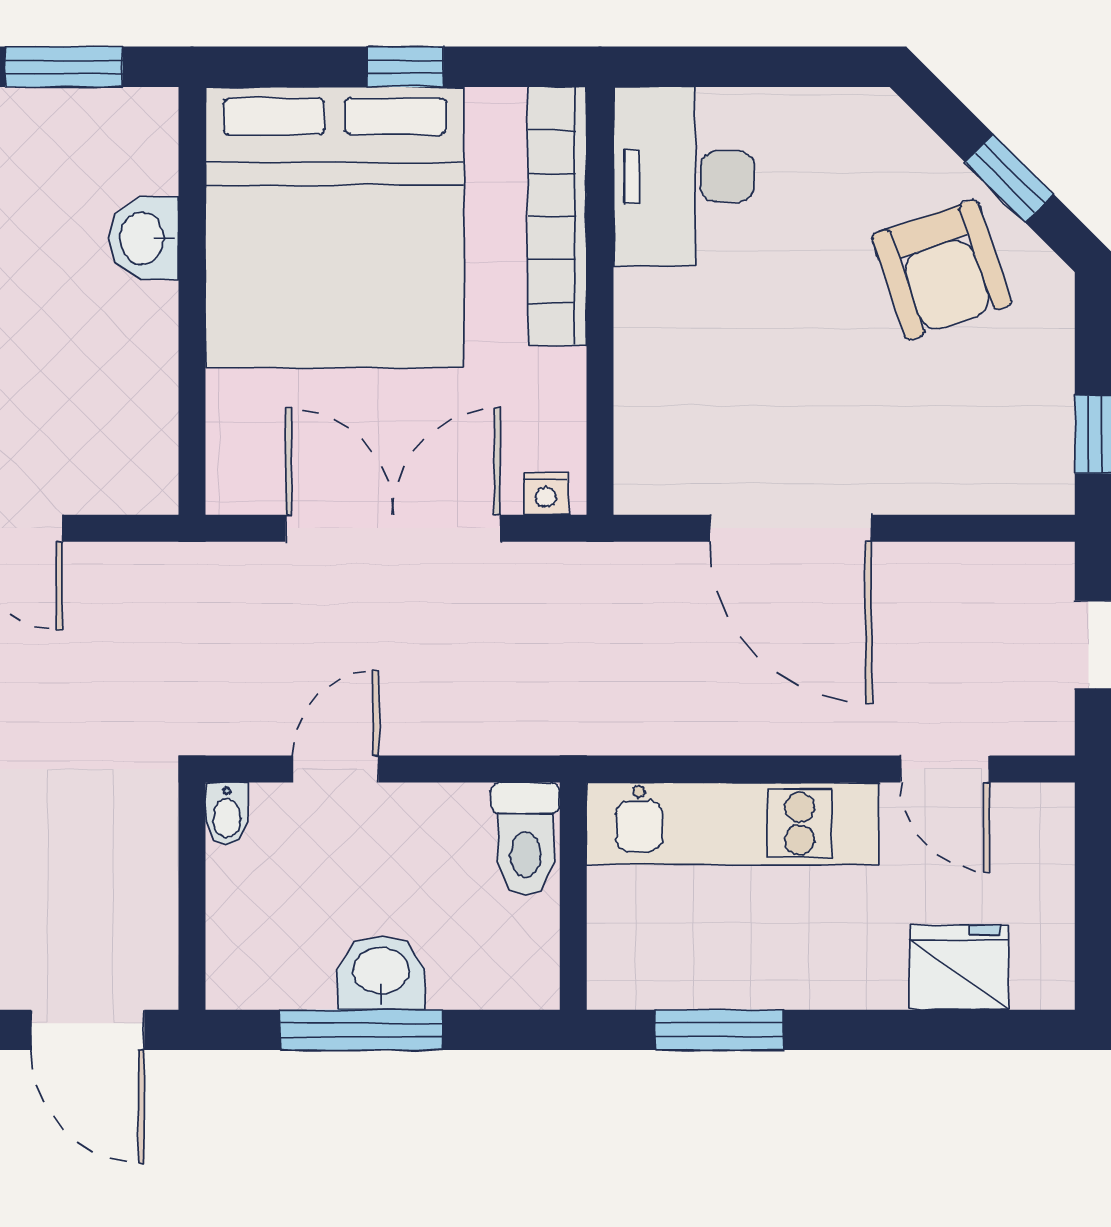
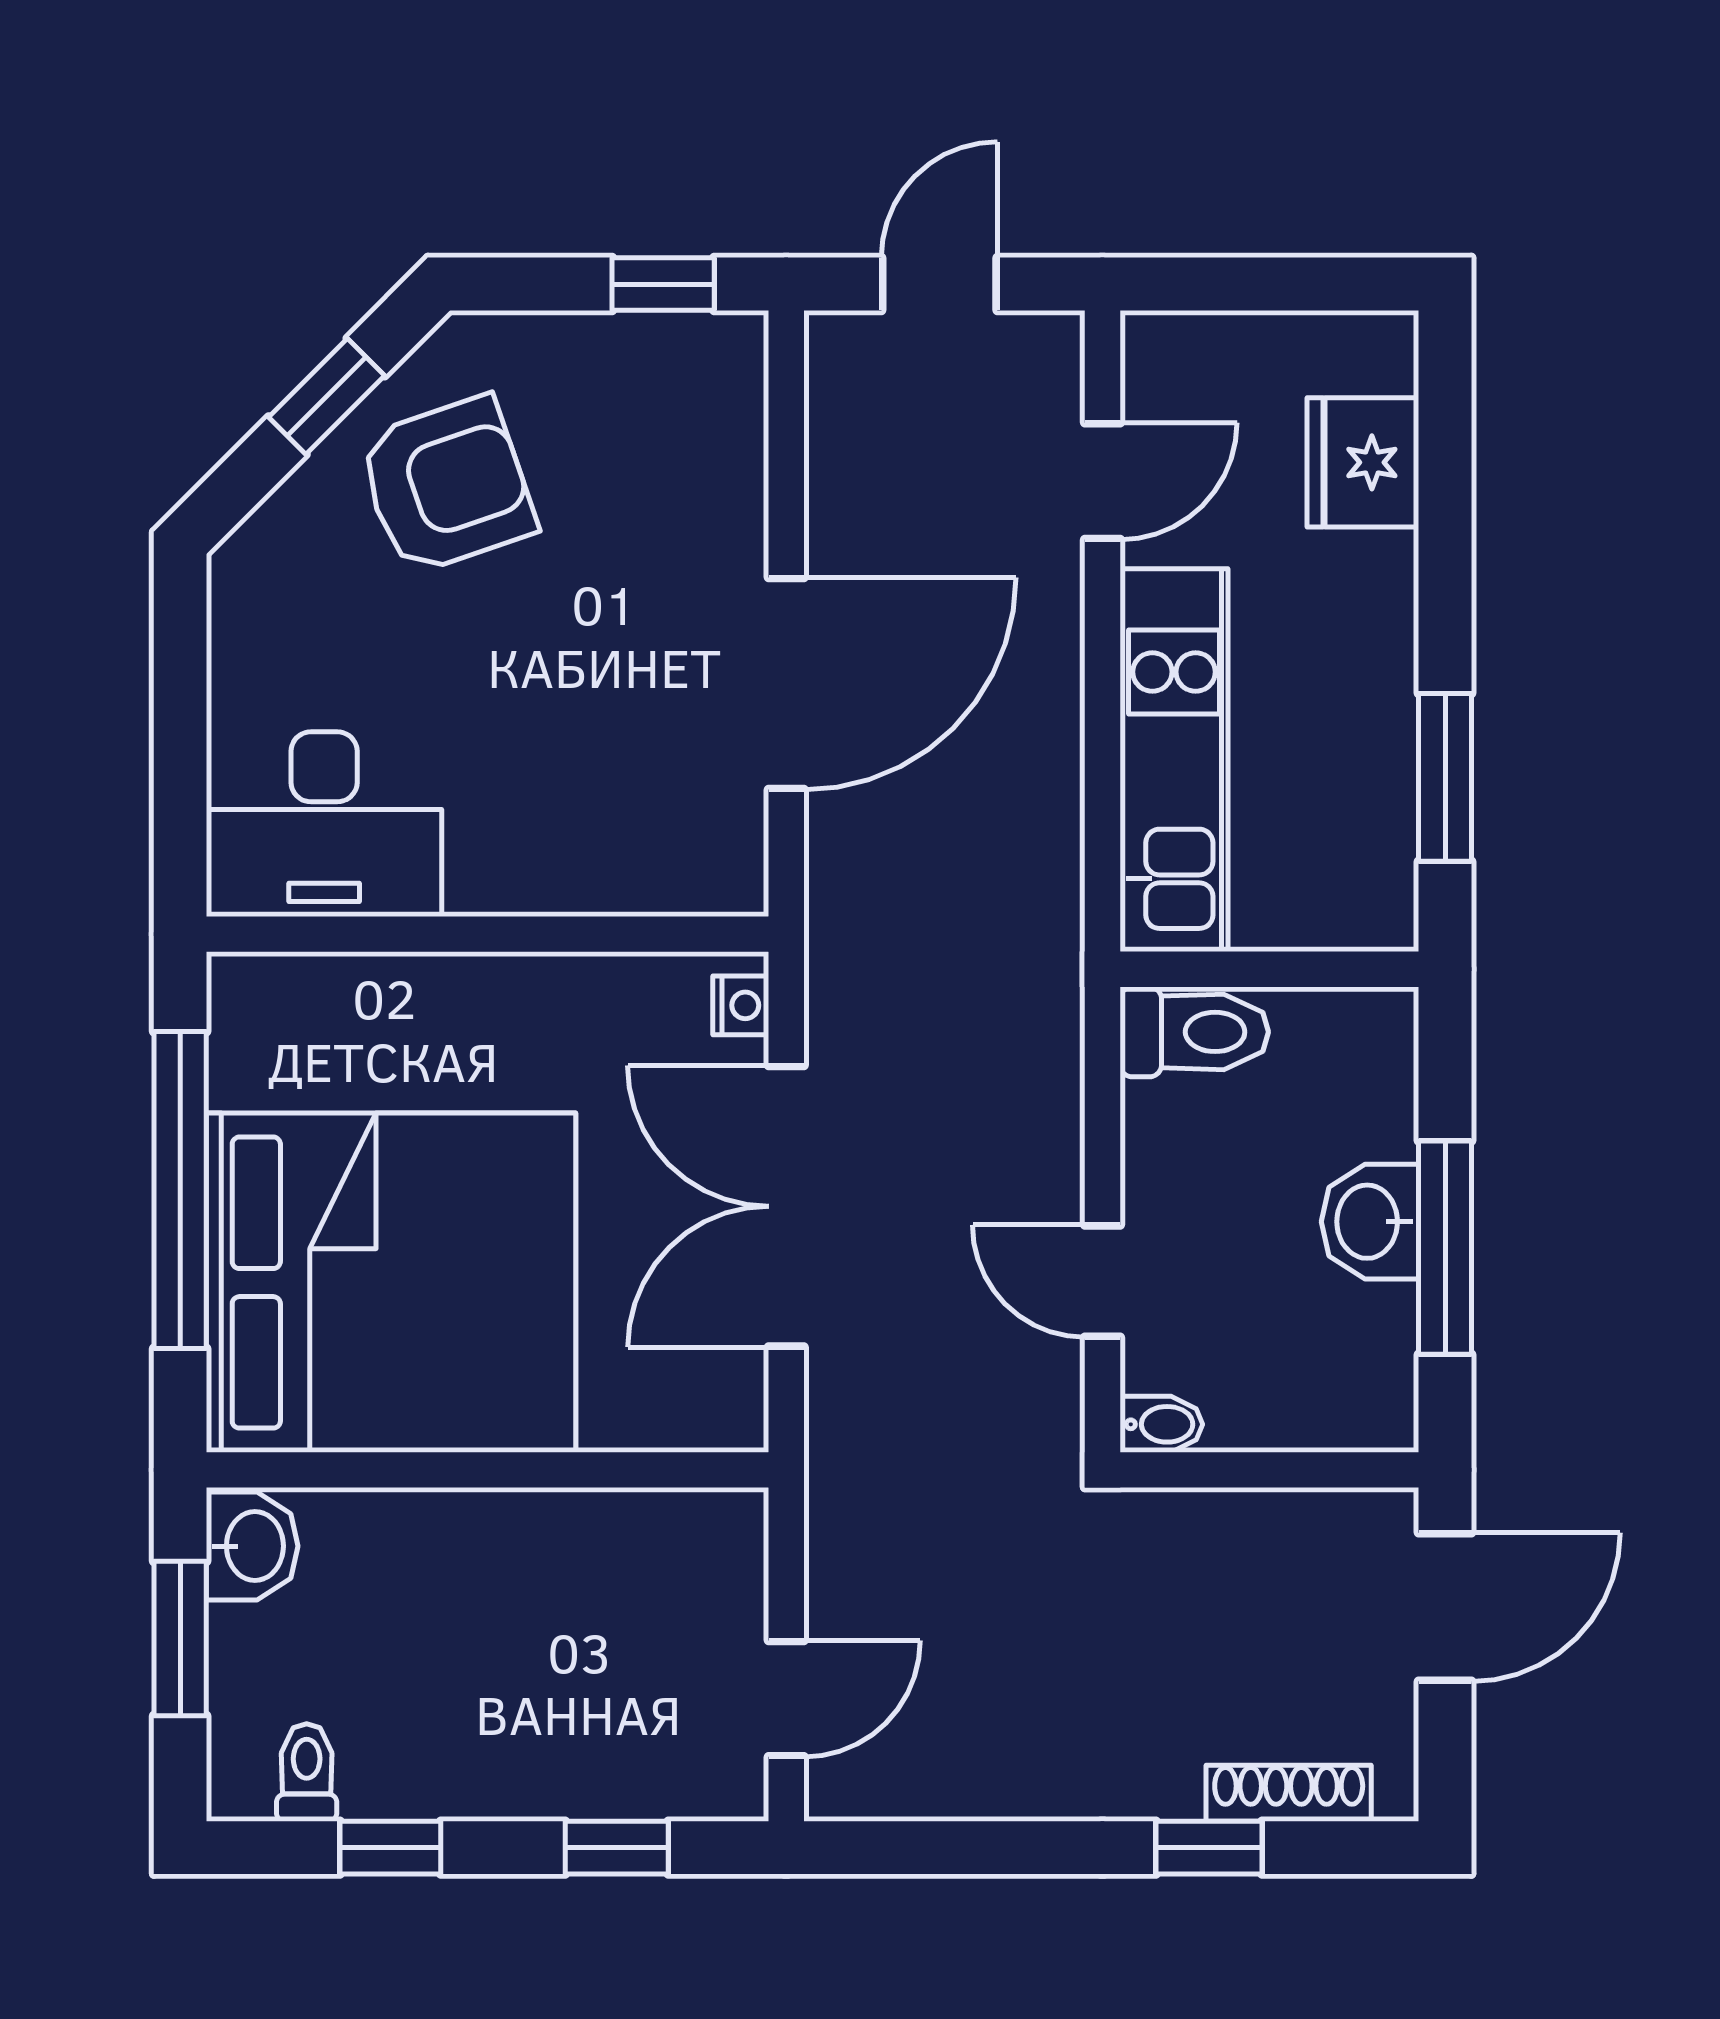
window: (405, 67) -> (180, 1190), width x3.17
bookcase: (557, 216) -> (377, 990), removed
washbasin: (144, 238) -> (252, 1546), moved, turned -90

